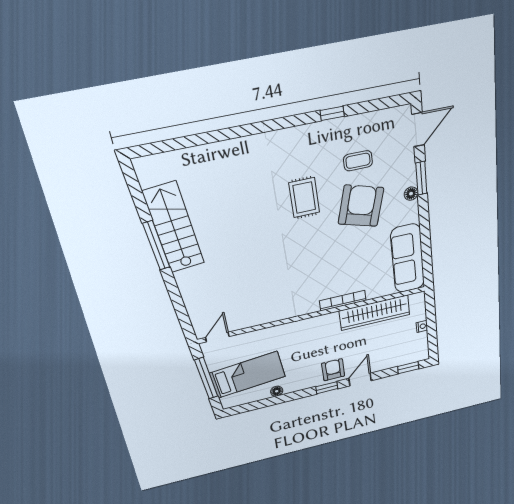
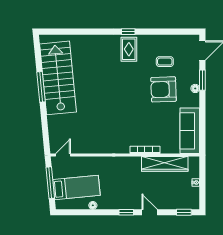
window: (332, 113) -> (128, 32), moved
rug: (304, 198) -> (129, 49), moved
armchair: (361, 206) -> (164, 89), turned -108
stairs: (174, 228) -> (58, 78), width x1.36, depth x1.51
armchair: (333, 370) -> (132, 199), removed
door: (360, 379) -> (150, 212), hinge flipped

